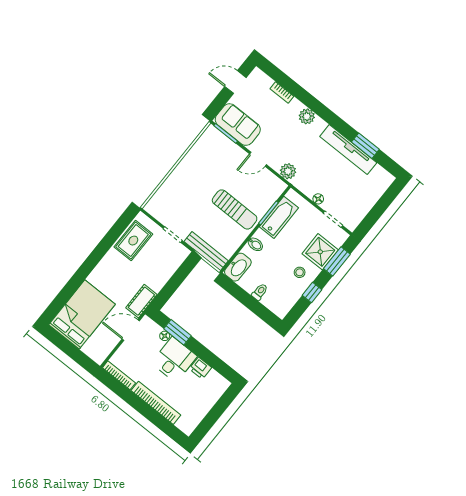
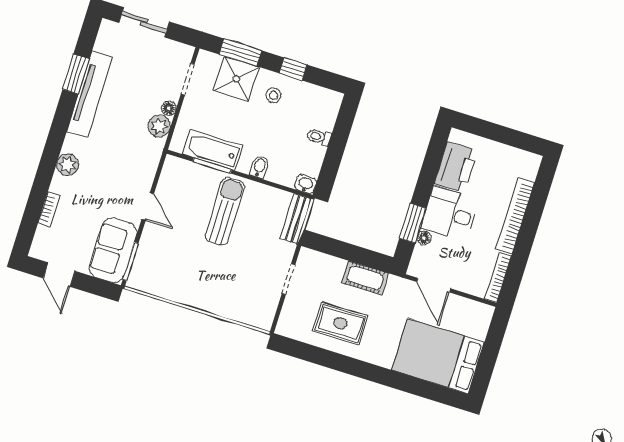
plant: (288, 171) -> (159, 126), moved
sliding door: (382, 205) -> (144, 22), added
rug: (133, 241) -> (340, 323), moved
bench: (206, 251) -> (296, 219), width x0.73
washbasin: (238, 267) -> (306, 184), width x0.52, depth x0.69
cot: (141, 301) -> (365, 278), moved
printer: (200, 368) -> (456, 167), width x1.87, depth x1.48

